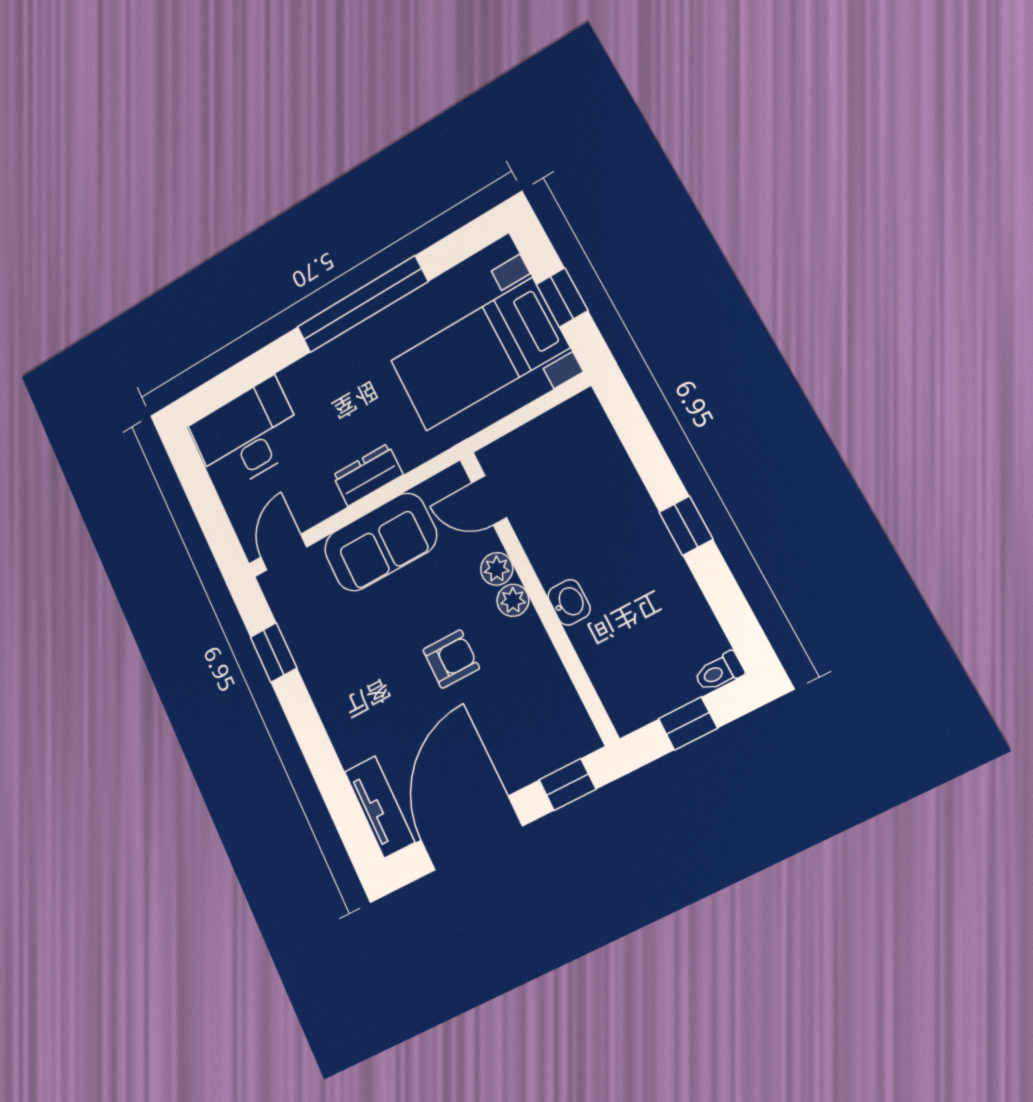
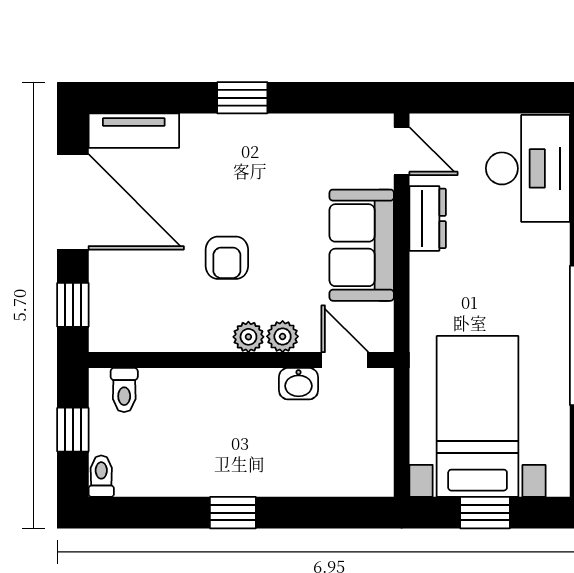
dresser: (368, 475) -> (428, 218), moved
door: (489, 500) -> (345, 360), hinge flipped
washbasin: (569, 602) -> (299, 384), moved
window: (274, 653) -> (242, 98), moved
toilet: (623, 693) -> (124, 390), added

